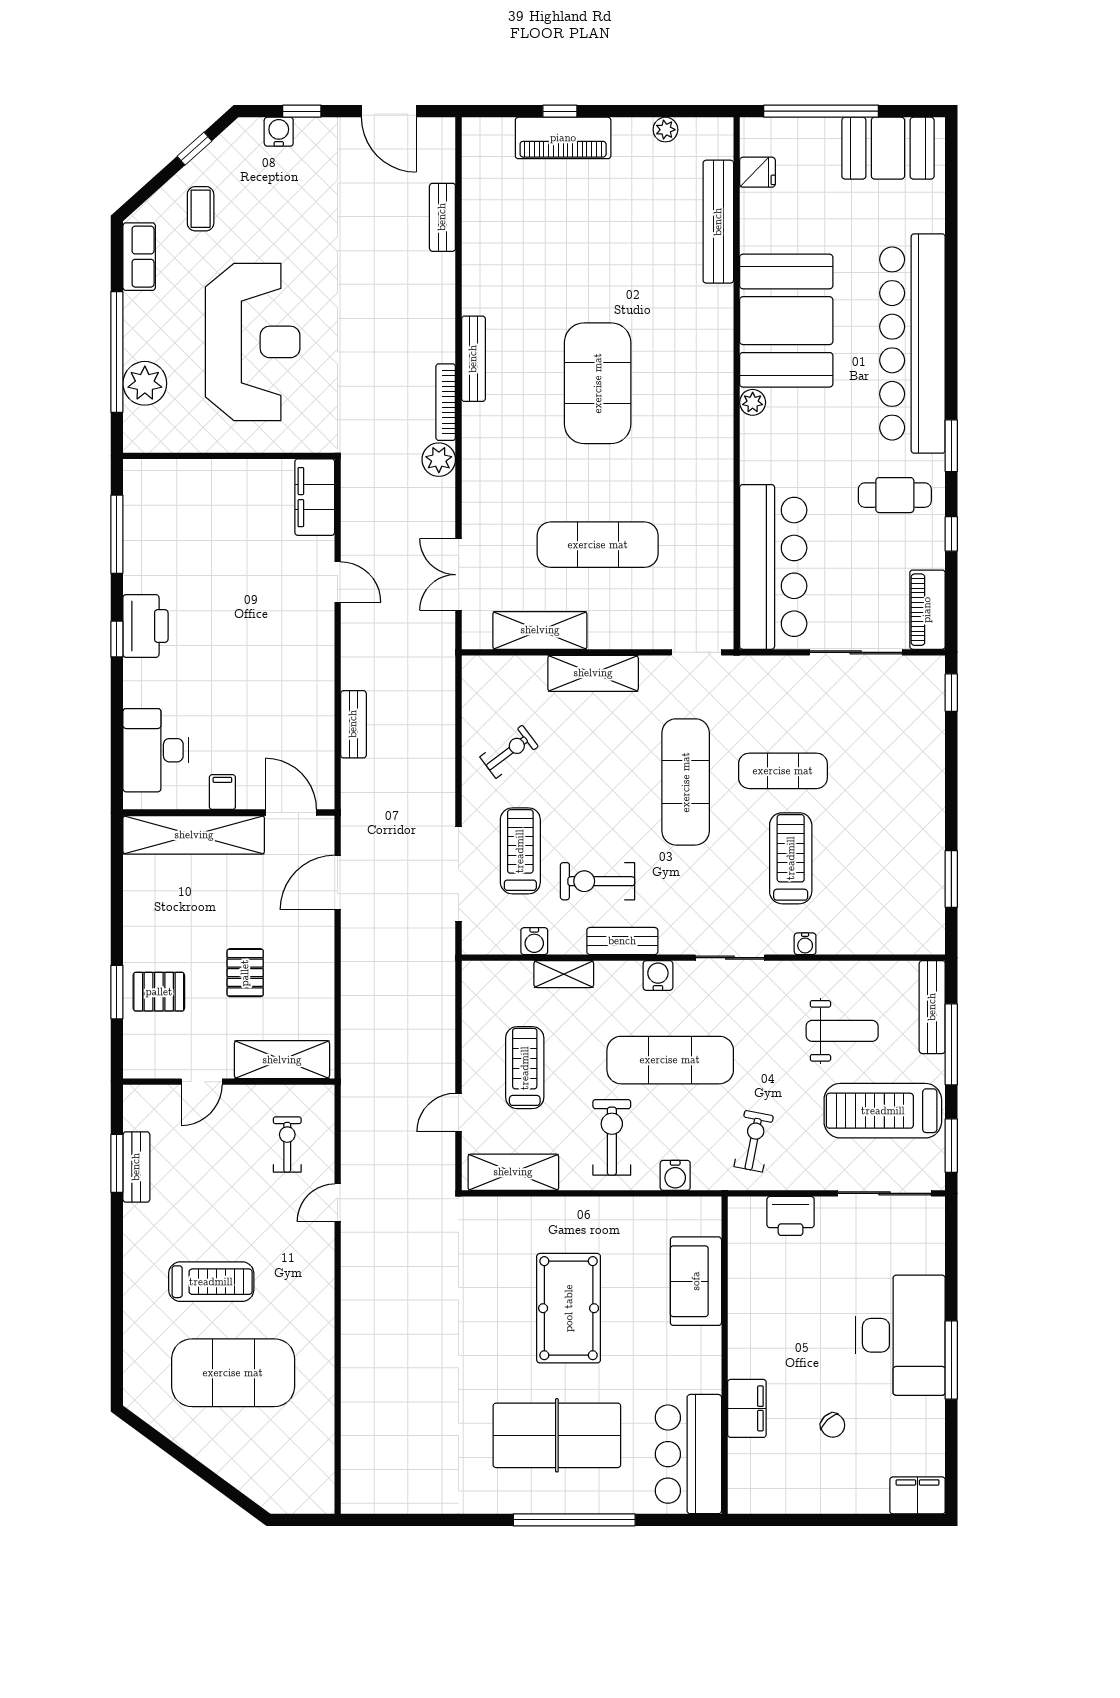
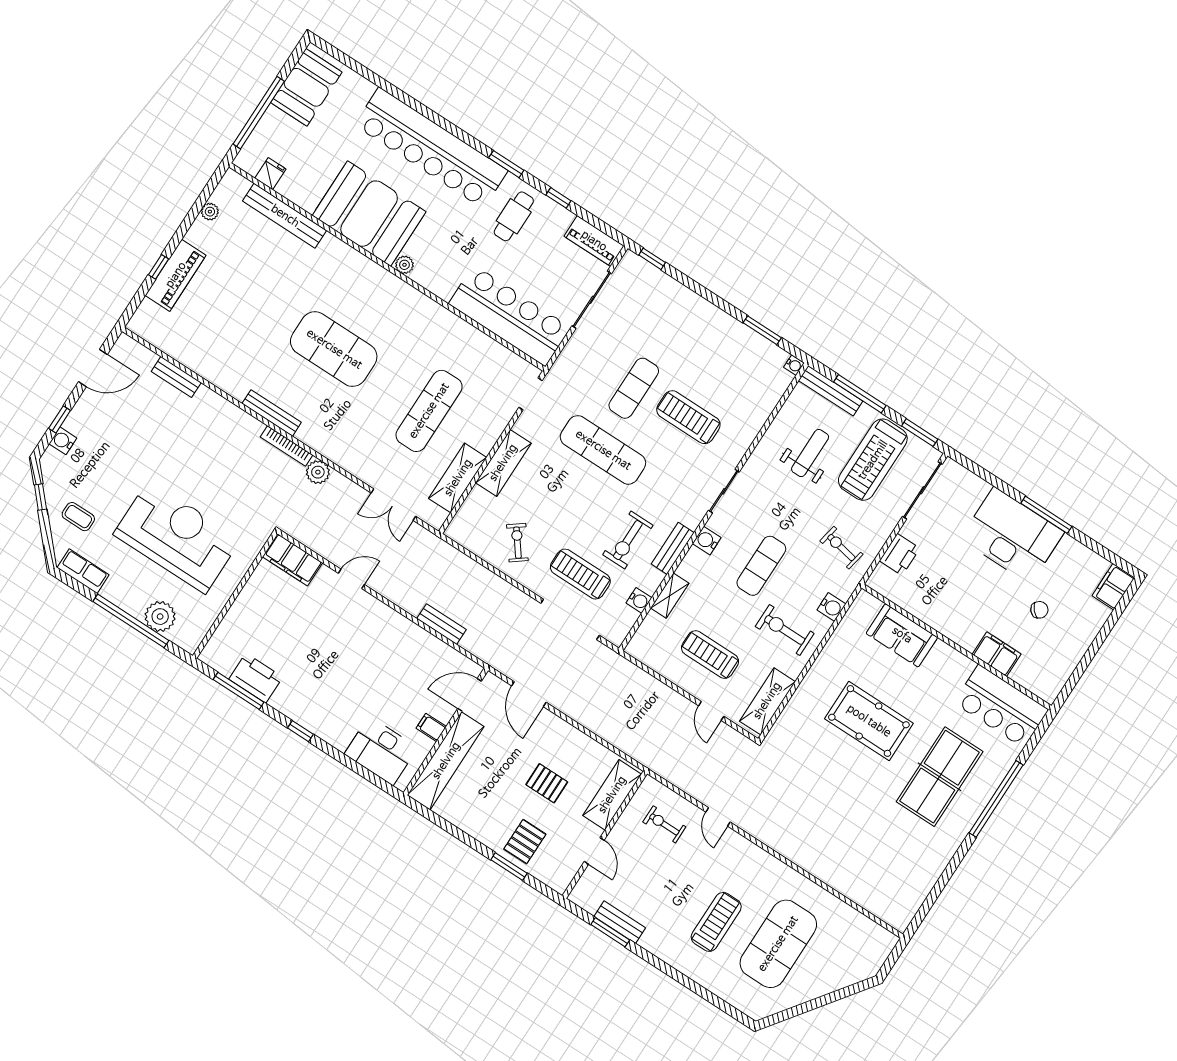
printer: (145, 626) -> (256, 678), moved
water cooler: (805, 944) -> (794, 365), moved
exercise mat: (670, 1060) -> (761, 566), width x0.73, depth x0.69

